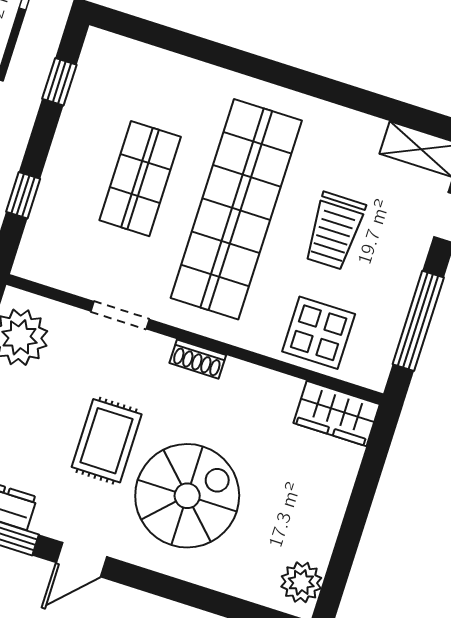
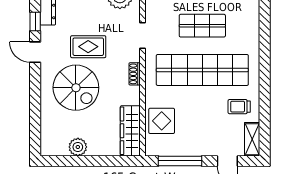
trolley: (335, 231) -> (239, 107), moved, width x0.73, depth x0.72
wardrobe: (337, 414) -> (130, 131), width x1.50
plant: (301, 582) -> (78, 147), moved

